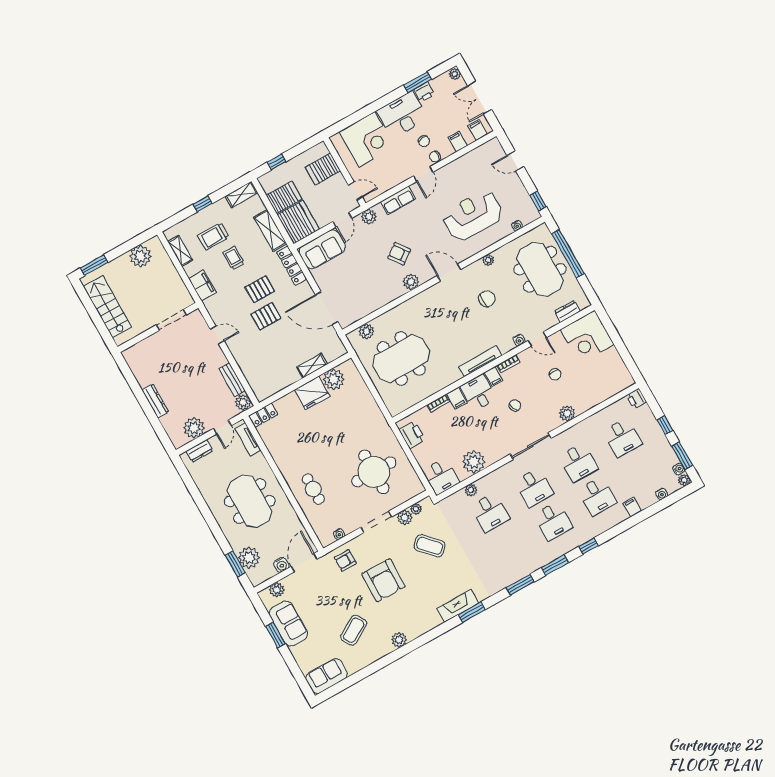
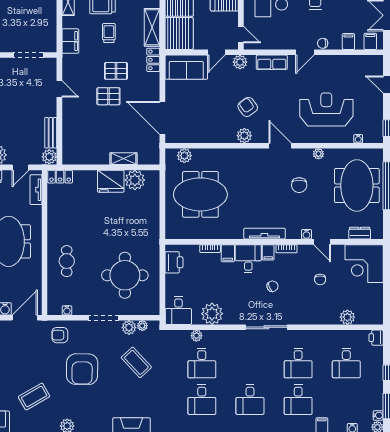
chair: (424, 141) -> (321, 25), removed
locker: (292, 266) -> (153, 60), width x0.66
chair: (487, 299) -> (299, 185), turned 90
plant: (567, 413) -> (347, 317), moved
desk: (534, 487) -> (202, 400), moved

